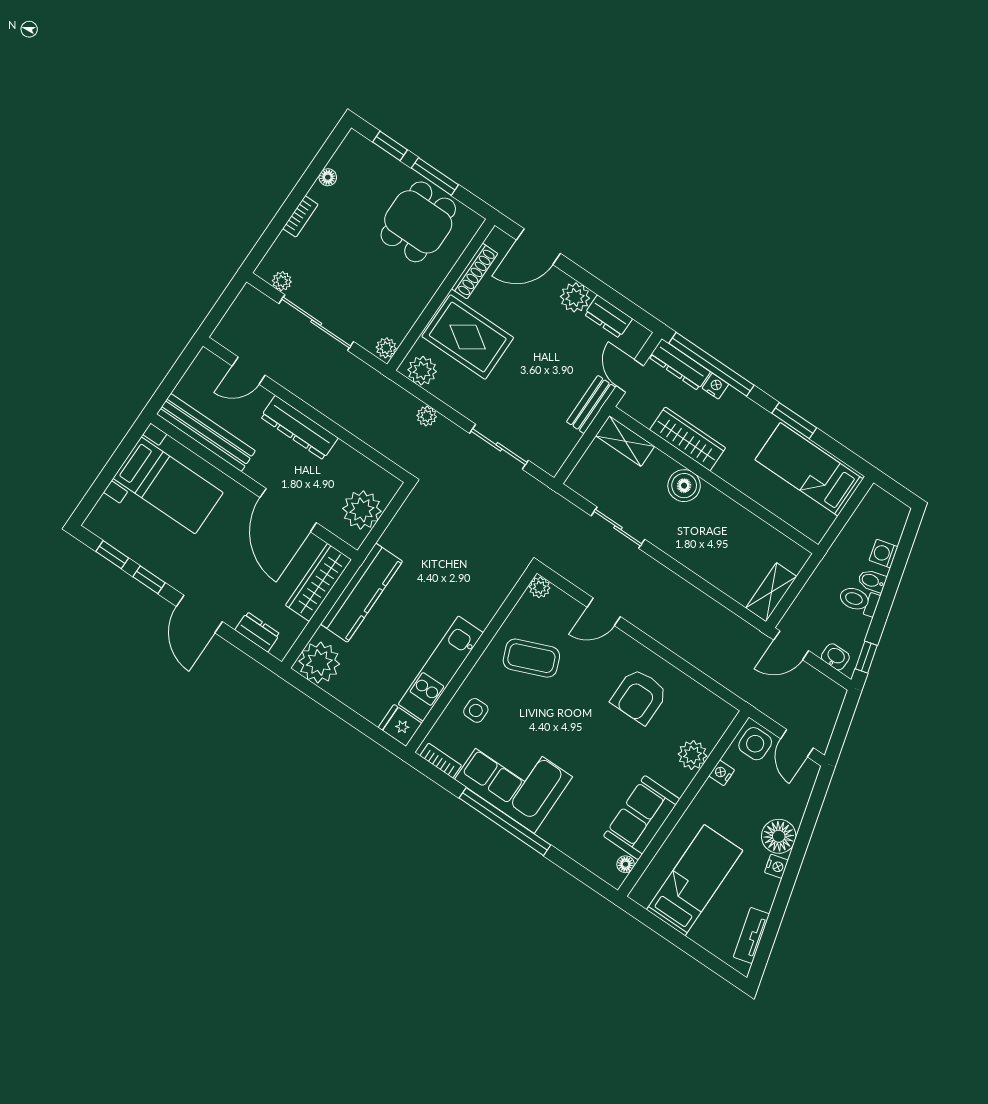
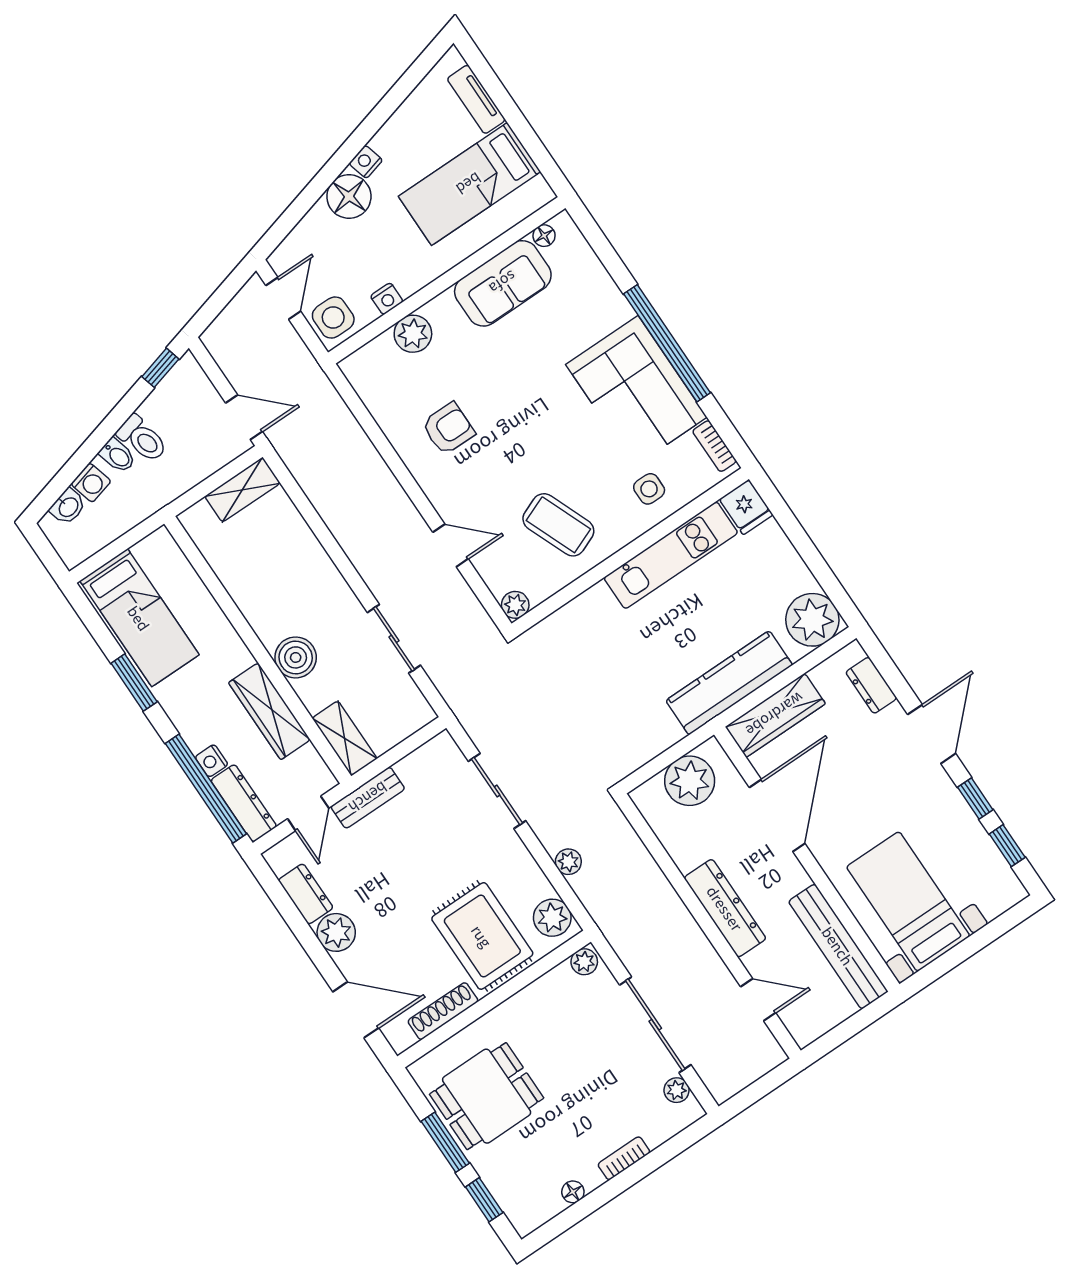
washbasin: (835, 657) -> (68, 507), moved, turned -105
armchair: (639, 696) -> (448, 429), width x0.72, depth x0.72
tv unit: (751, 935) -> (476, 99), moved, turned 105

